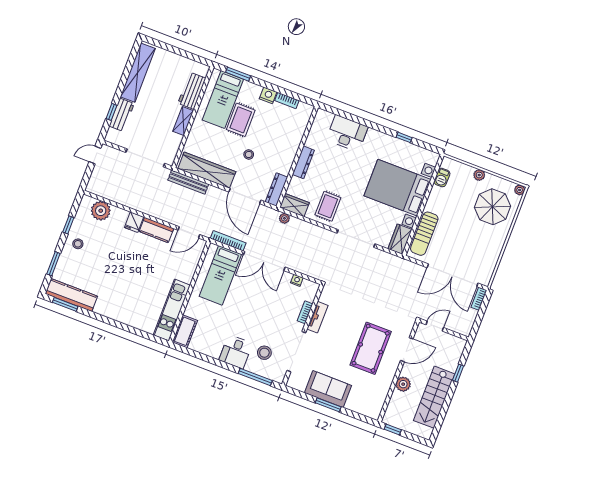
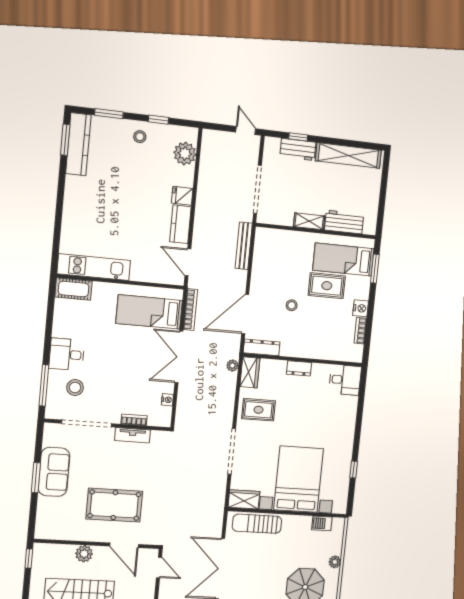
desk: (347, 133) -> (345, 380), moved, width x0.73
dresser: (303, 162) -> (299, 368), width x0.70
wardrobe: (207, 170) -> (262, 263), removed

